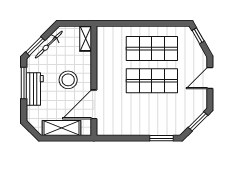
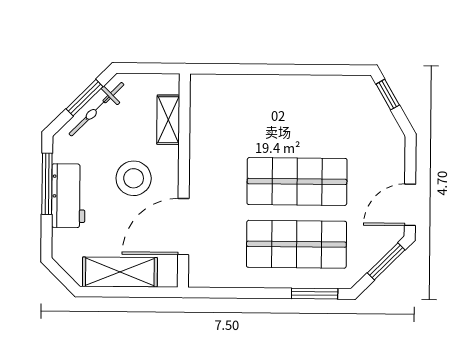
shelving: (86, 39) -> (168, 120), moved
window: (35, 46) -> (84, 98), moved
shop shelf: (152, 49) -> (296, 244), moved
door: (210, 78) -> (410, 205), moved

